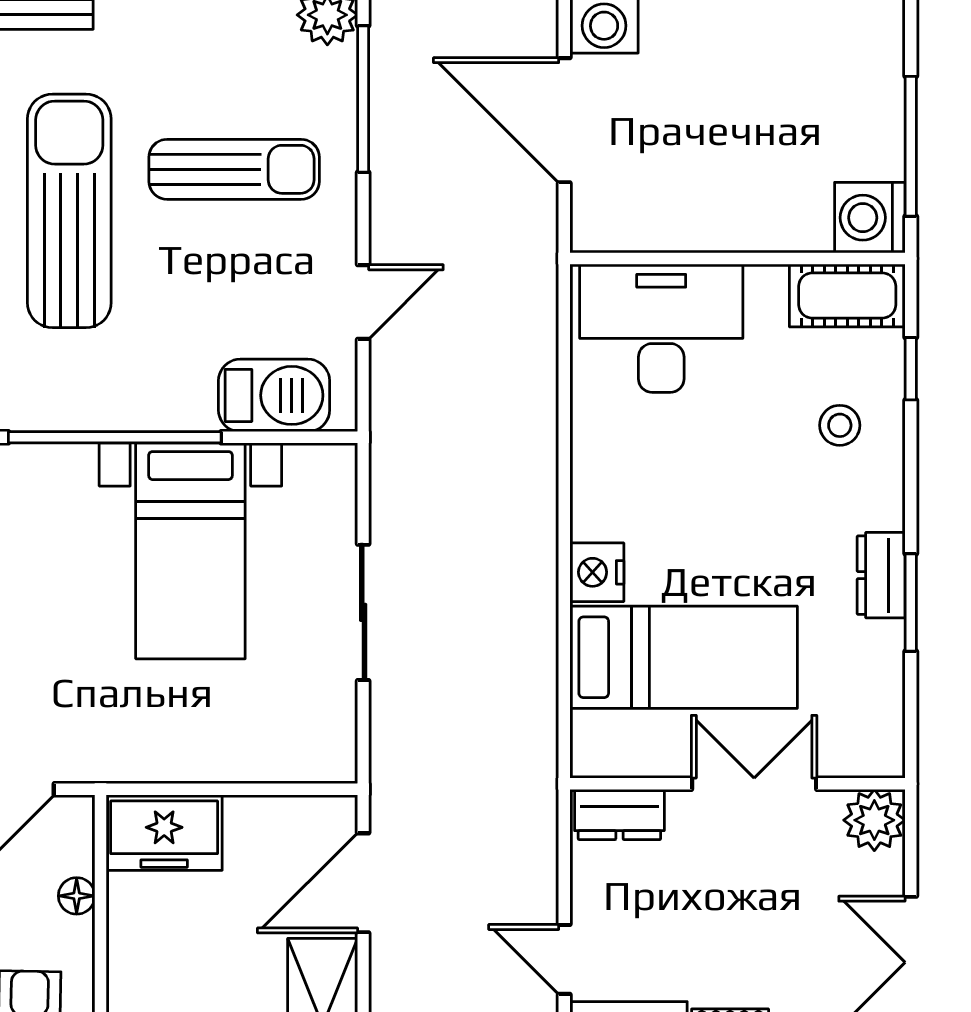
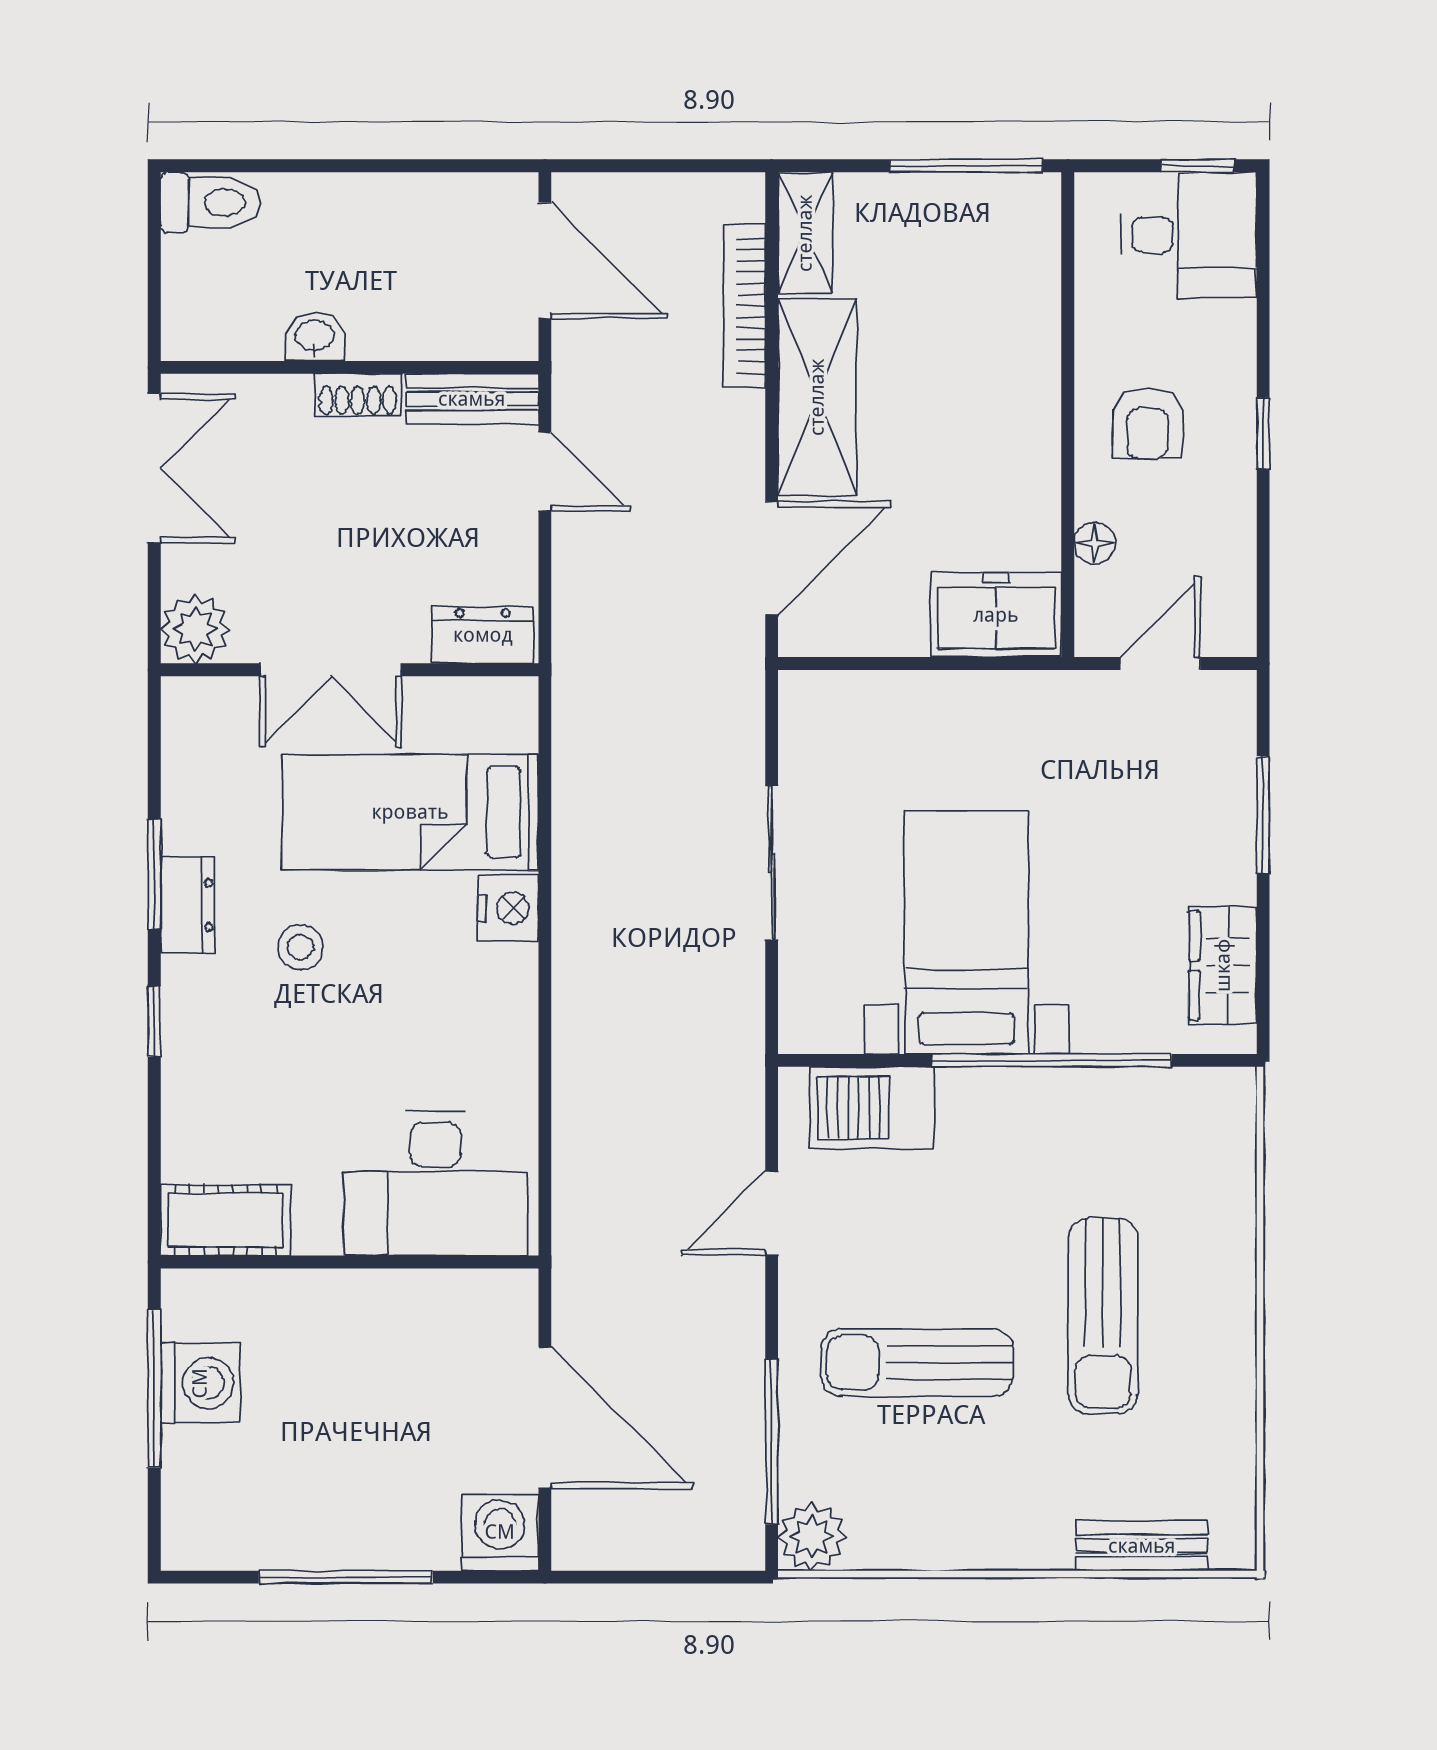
sun lounger: (69, 211) -> (1103, 1316), width x0.73, depth x0.75
washing machine: (870, 218) -> (200, 1383), moved
window: (911, 369) -> (154, 1021), moved
stool: (840, 425) -> (300, 947), moved

